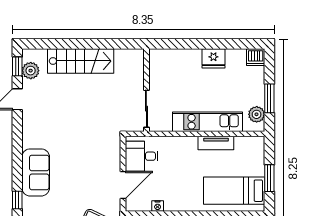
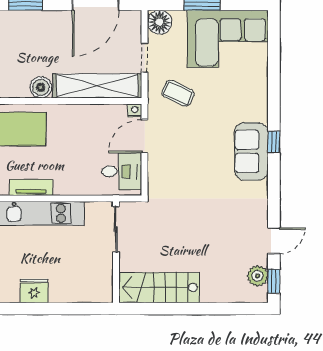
stairs: (81, 61) -> (159, 288), moved
window: (17, 200) -> (274, 142), moved
nightstand: (158, 206) -> (135, 110), moved

